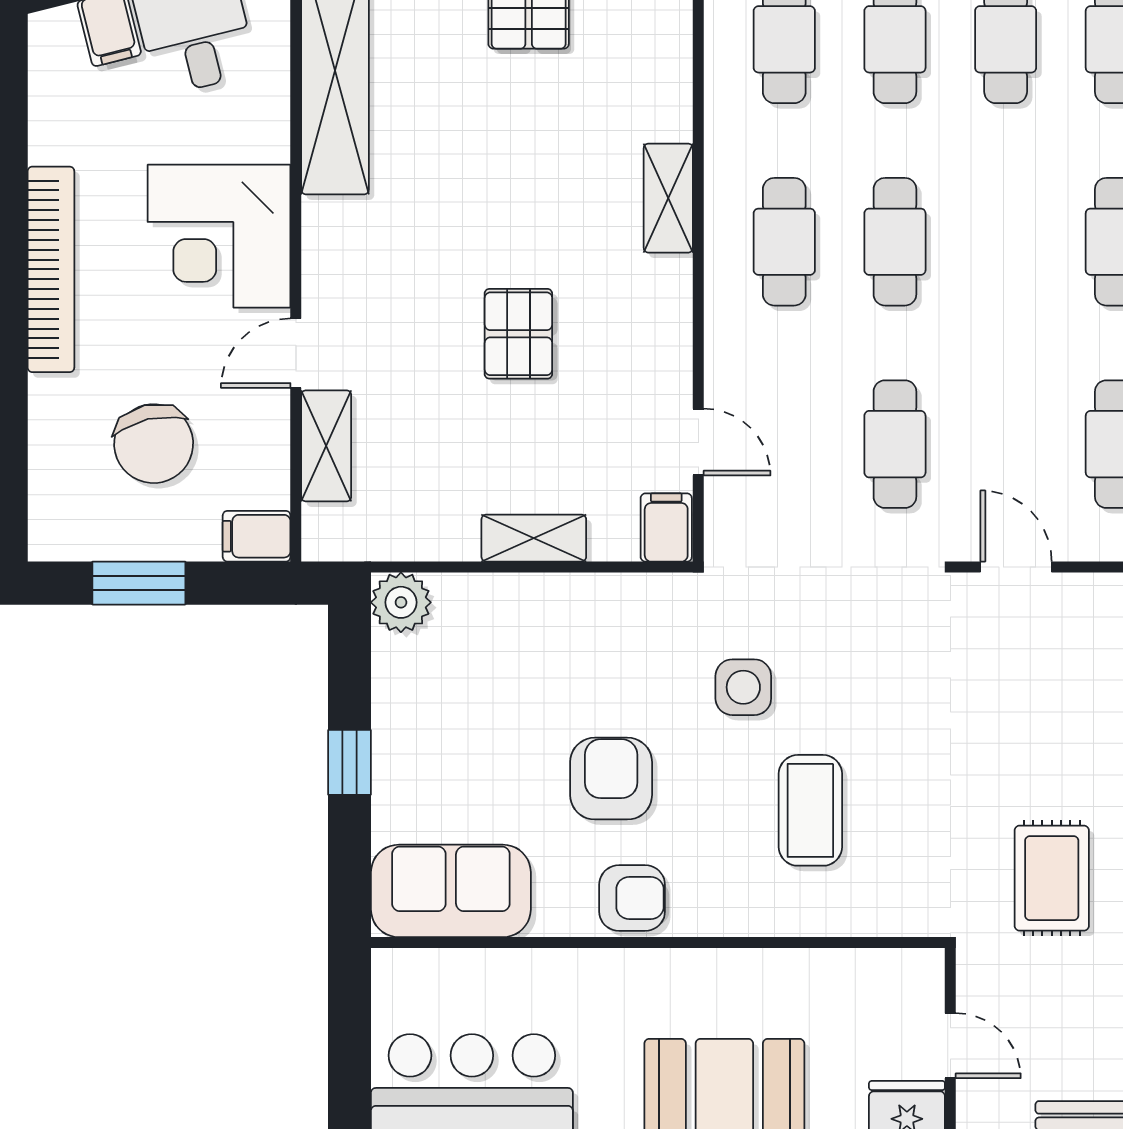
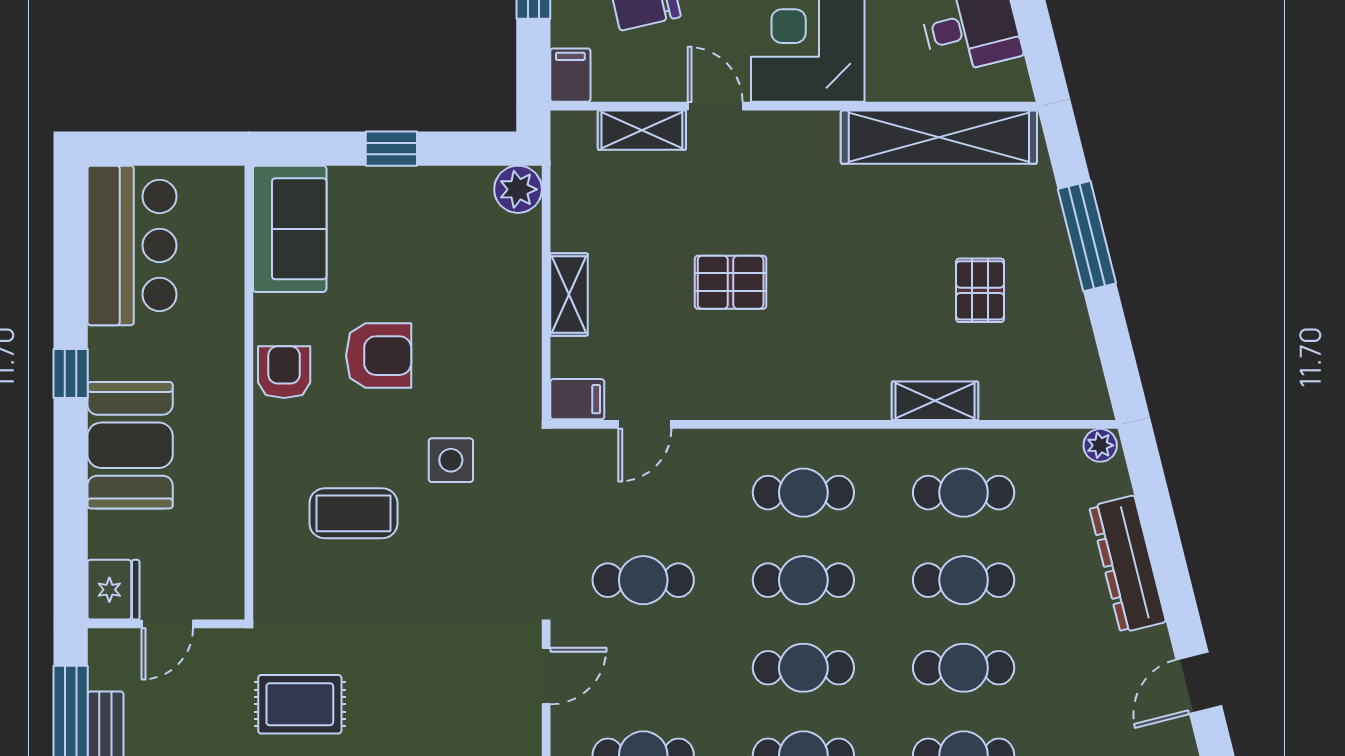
shelving: (668, 198) -> (935, 401), moved
cafe table: (1006, 242) -> (803, 668), added
armchair: (632, 898) -> (284, 372), turned 180

